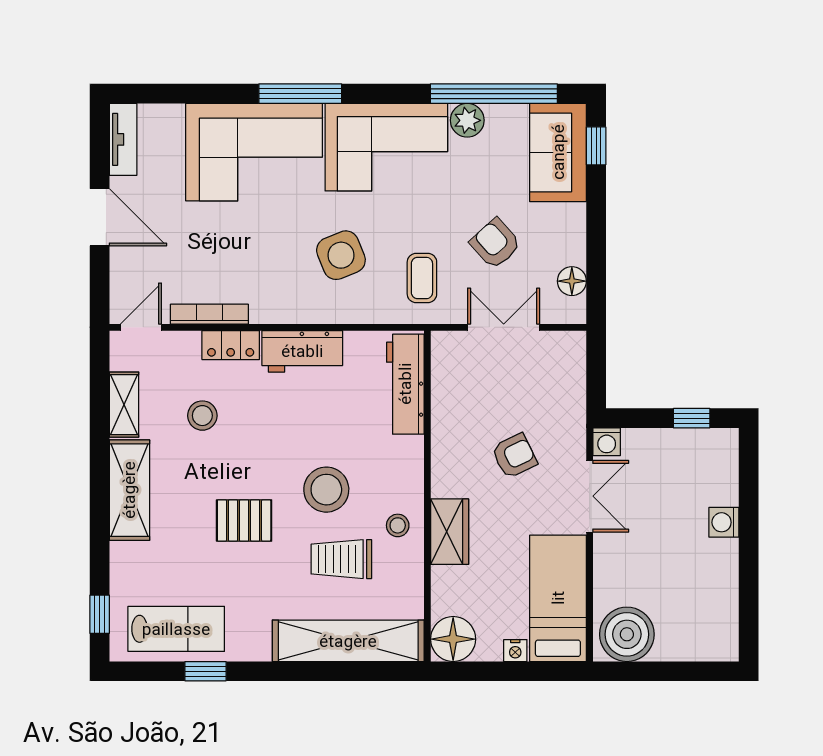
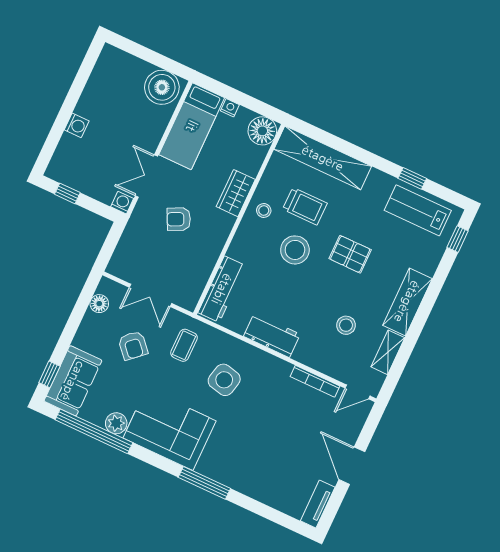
corner sofa: (254, 152) -> (246, 462), removed
side table: (341, 255) -> (224, 380), turned 35
locker: (231, 345) -> (311, 358), removed

